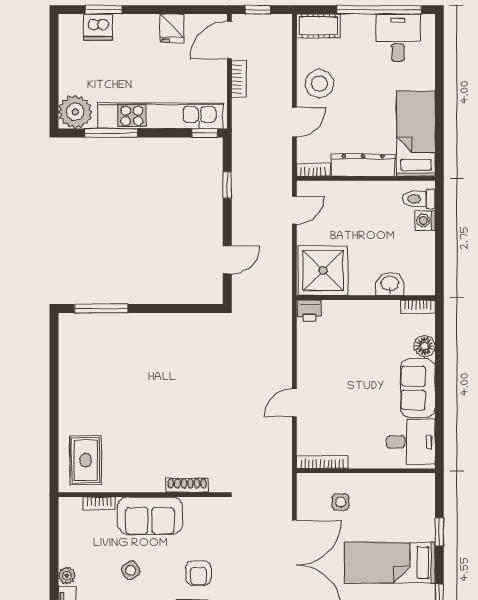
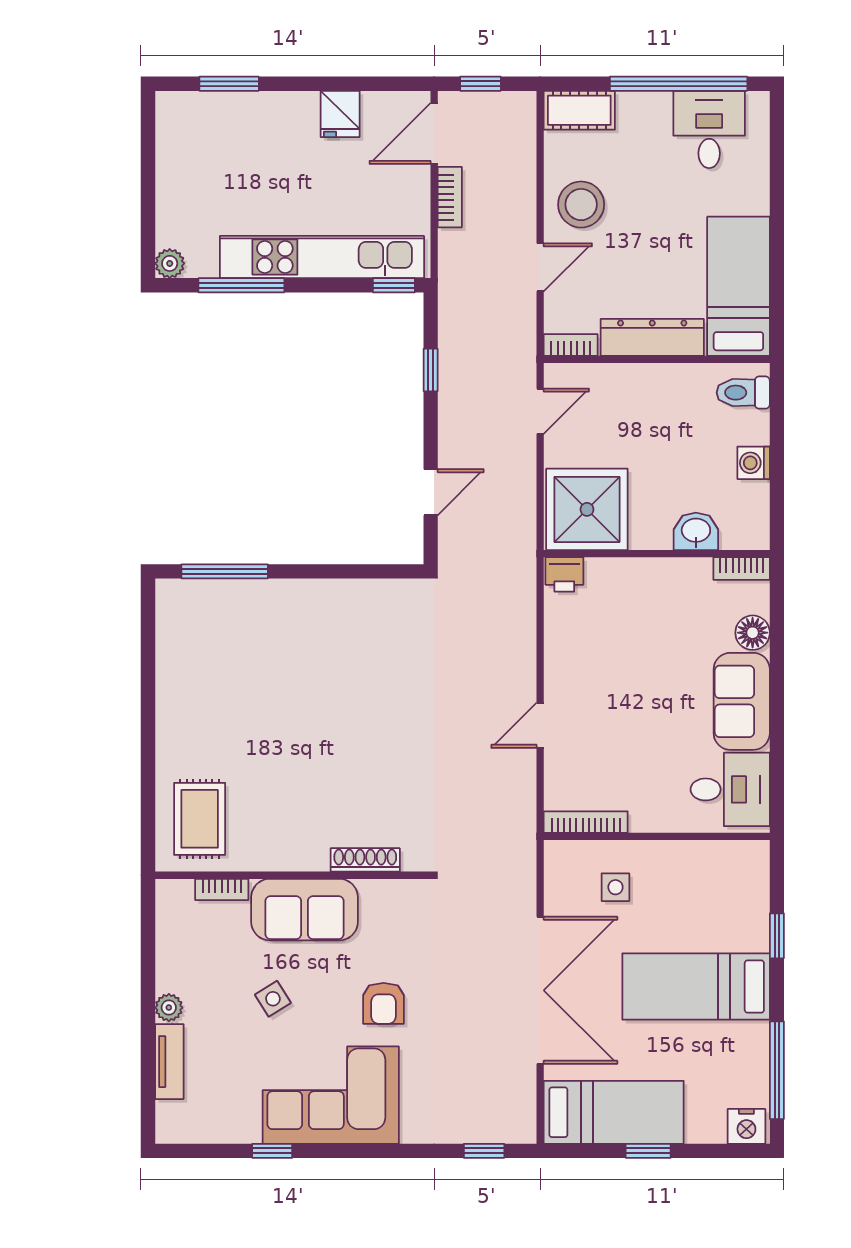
dishwasher: (98, 27) -> (220, 112), removed
plant: (75, 112) -> (170, 263), width x0.53, depth x0.53
washing machine: (425, 220) -> (754, 463), moved

